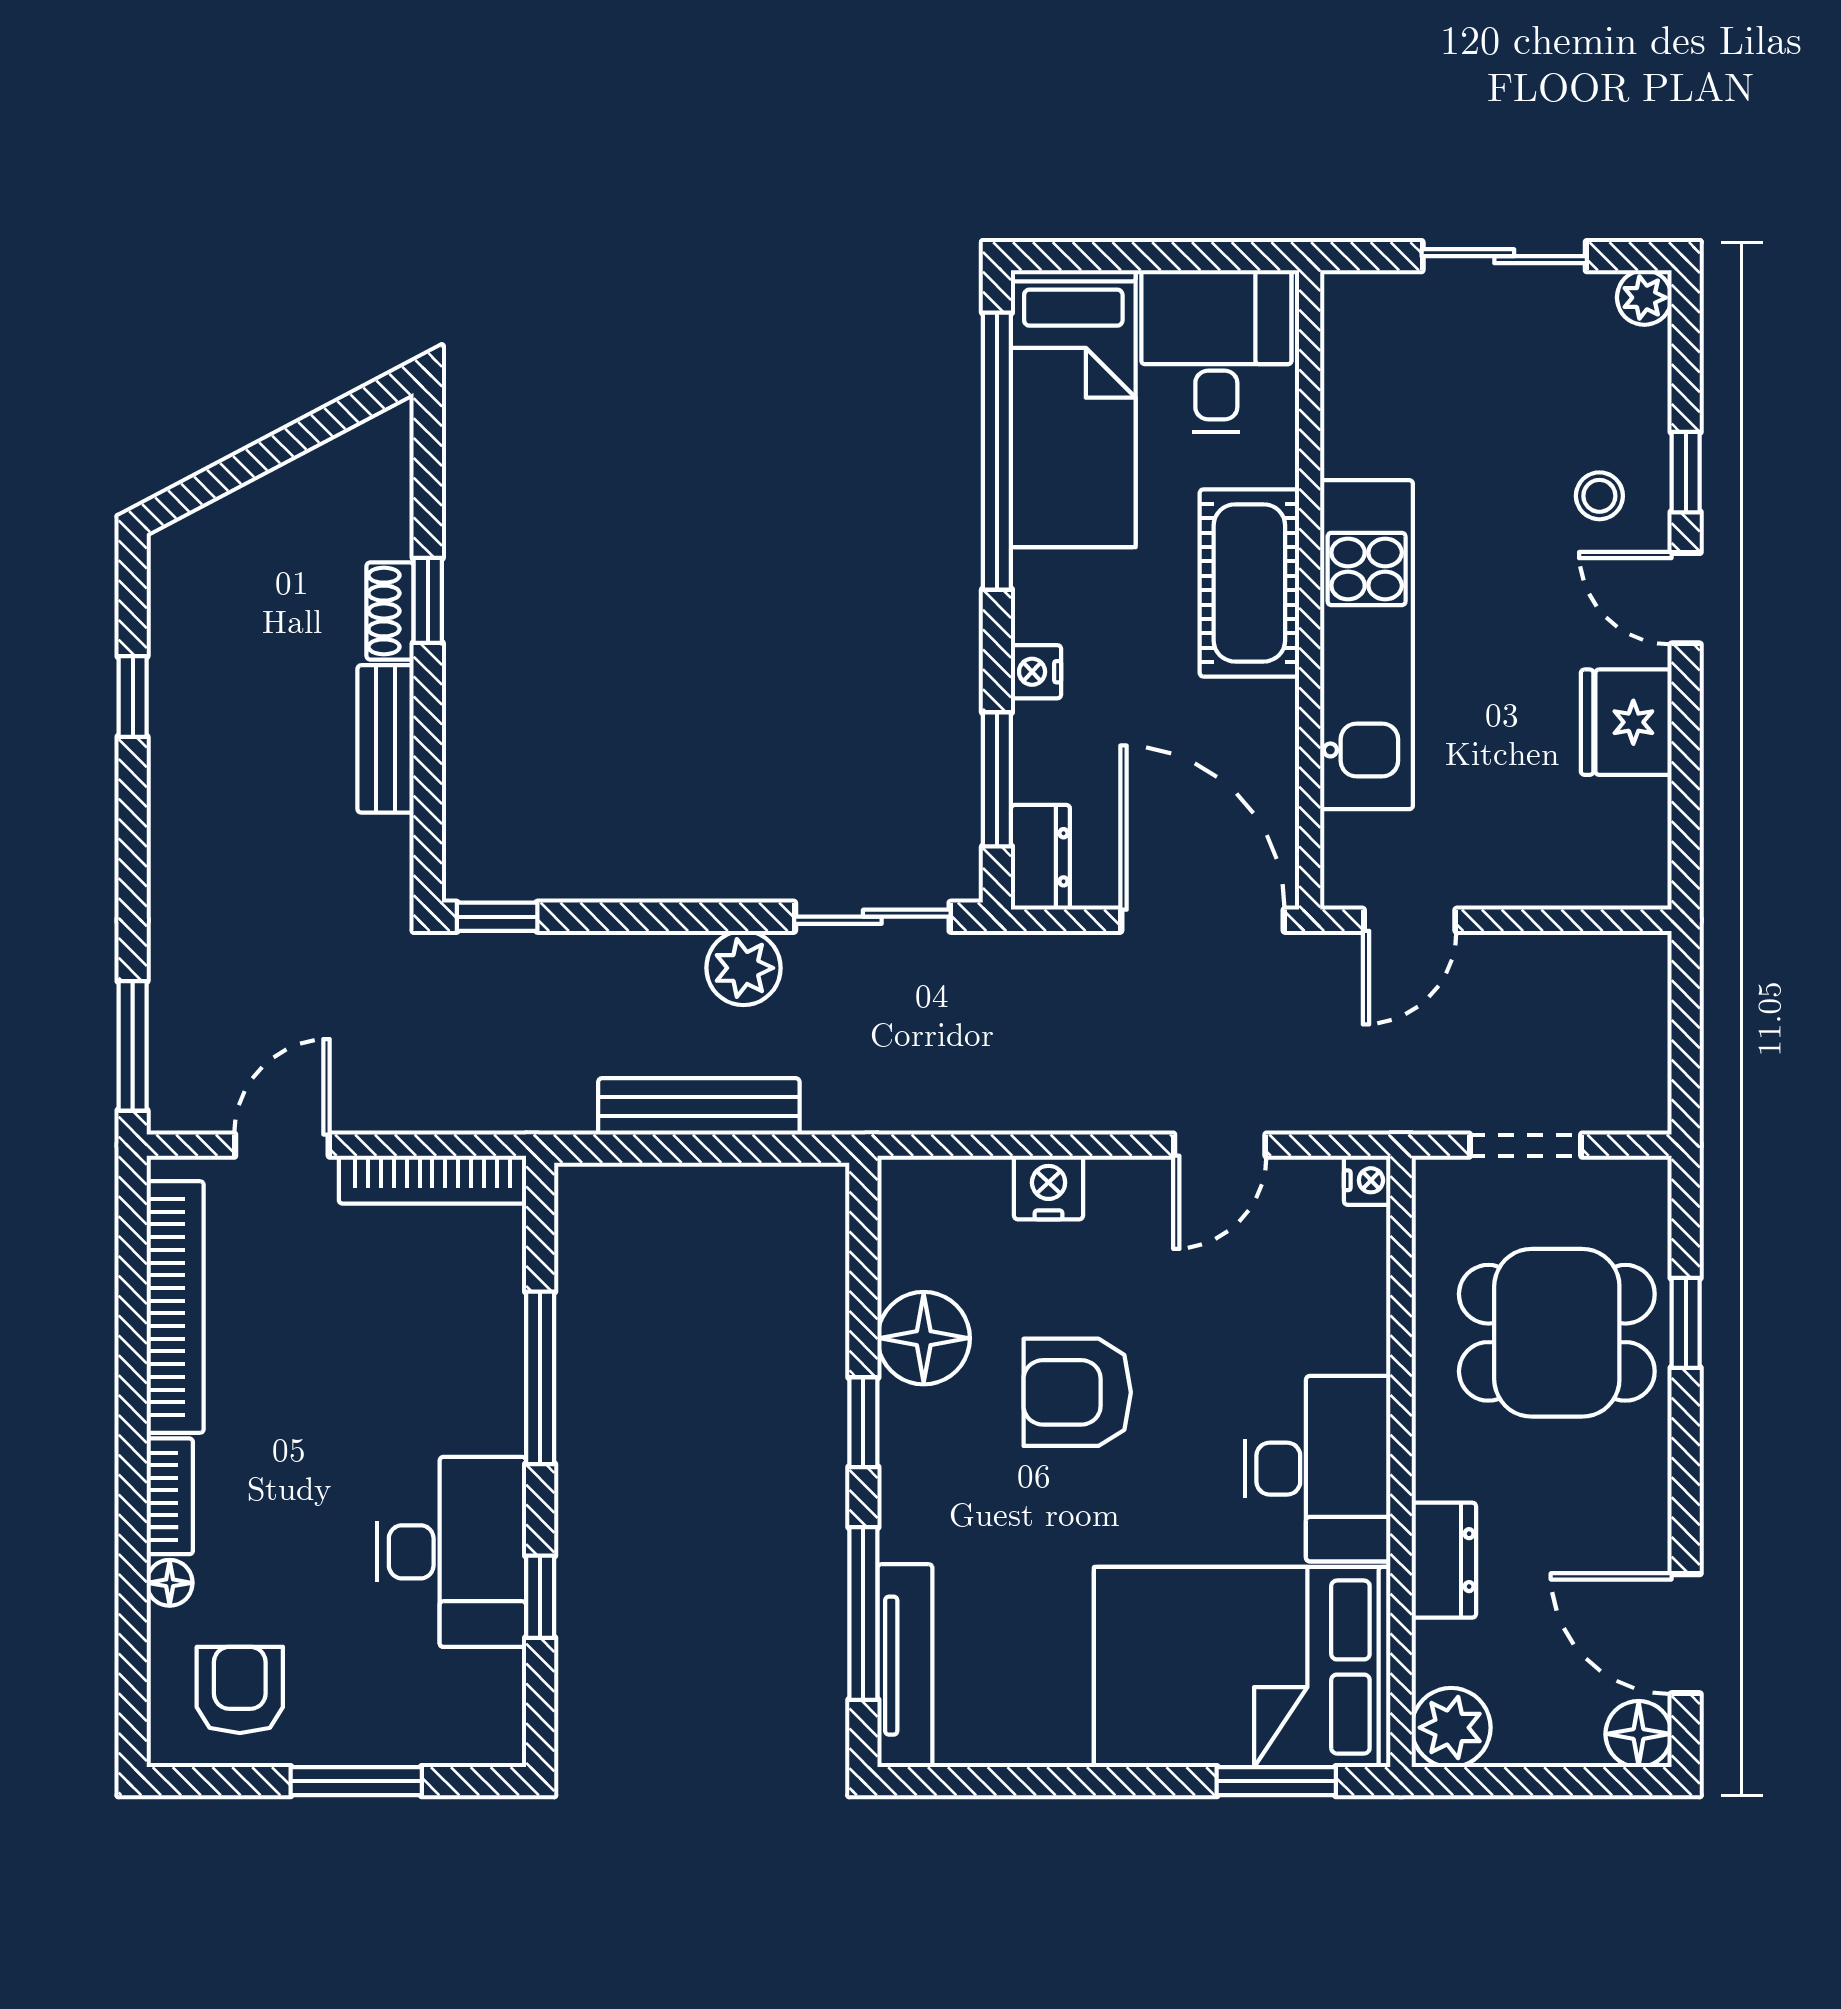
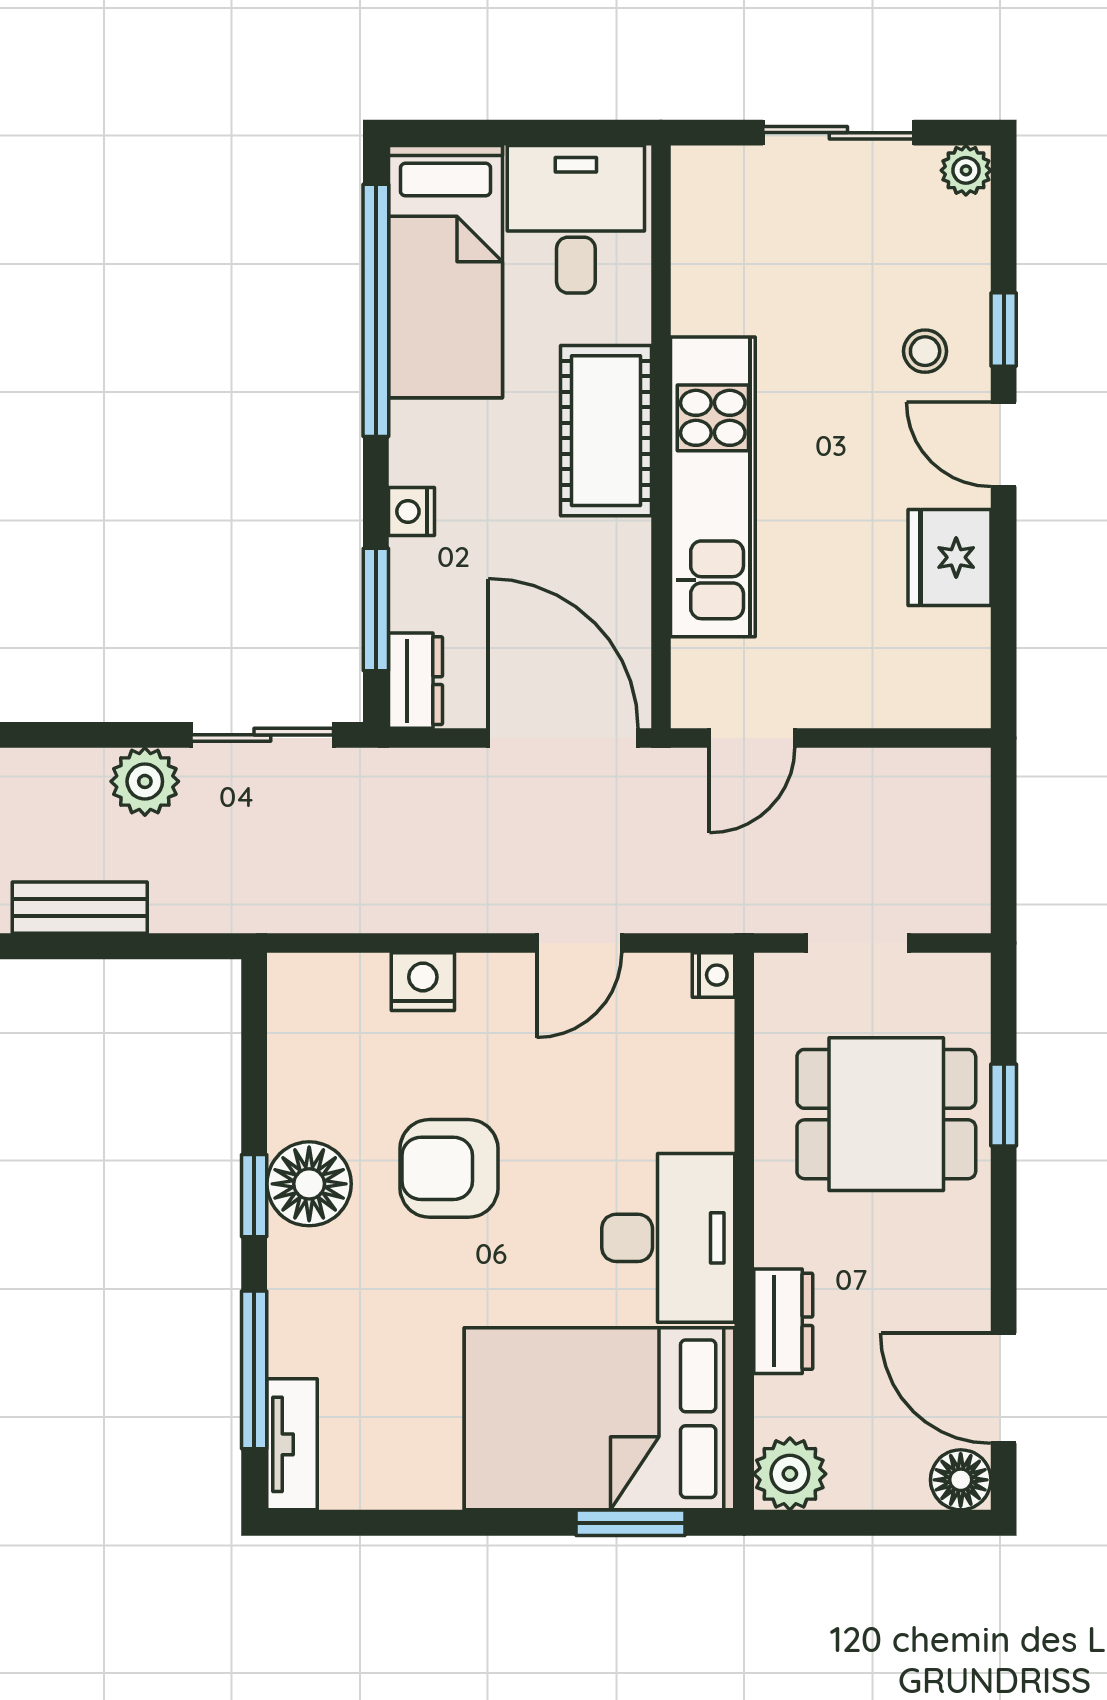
bench: (699, 1106) -> (80, 908), width x0.73
floor lamp: (924, 1338) -> (309, 1184), moved
tv unit: (905, 1666) -> (292, 1444), width x0.71

